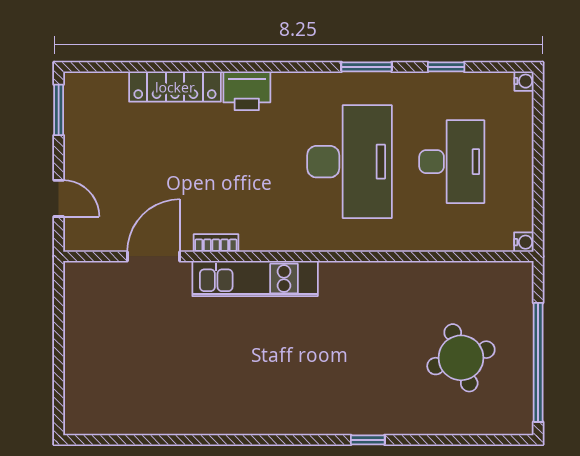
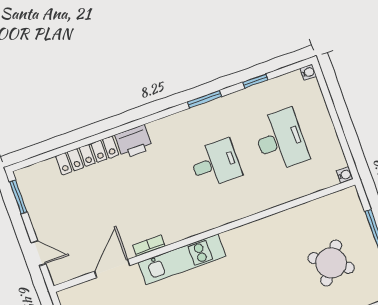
desk: (350, 162) -> (215, 163), width x0.53, depth x0.77
round table: (461, 358) -> (331, 263), turned -37

